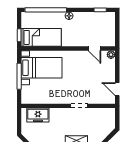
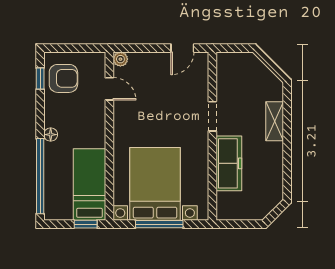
armchair: (100, 23) -> (63, 78), added
door: (94, 48) -> (109, 89), hinge flipped
bed with nightstands: (42, 68) -> (155, 184), width x1.36
freezer: (38, 115) -> (229, 163), moved, width x1.40

